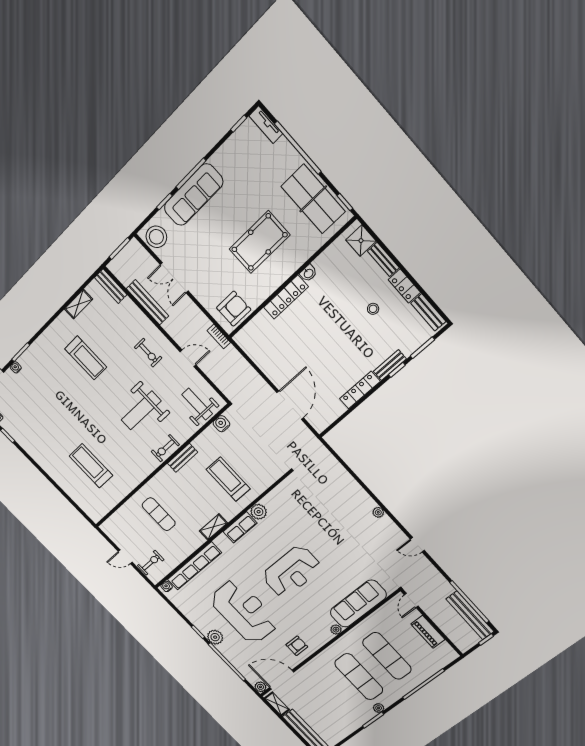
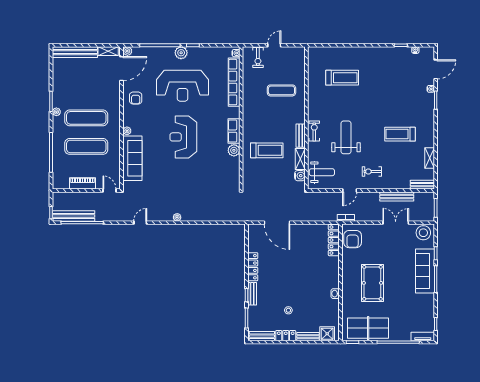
locker: (286, 297) -> (334, 240), moved
shelving: (213, 527) -> (300, 159), moved

